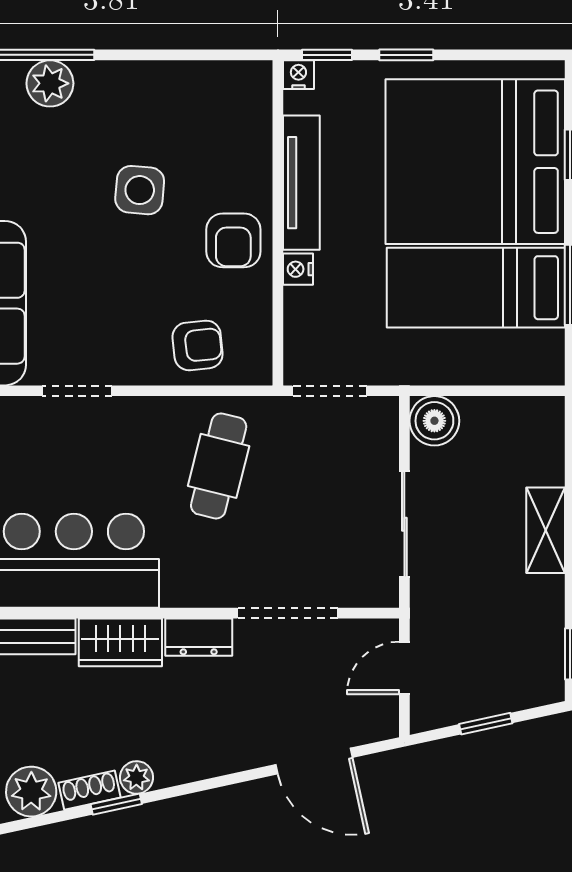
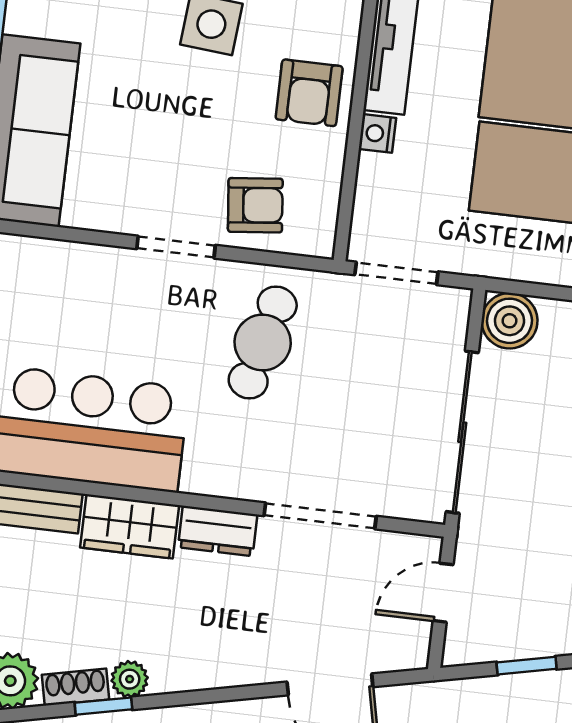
doorway: (77, 391) -> (176, 247), moved
sliding door: (404, 524) -> (462, 432), width x1.37

